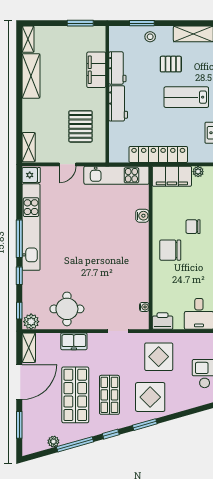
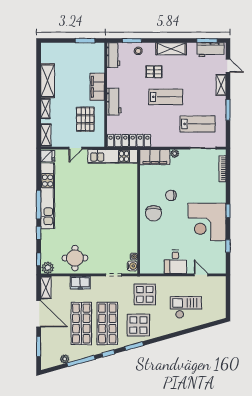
shelving: (28, 39) -> (45, 109), moved
workbench: (117, 68) -> (113, 55), moved
filing cabinet: (96, 70) -> (97, 87), moved
lab bench: (186, 97) -> (166, 97), turned 180
locker: (158, 154) -> (129, 141), moved
water cooler: (142, 216) -> (132, 266), moved
chair: (170, 250) -> (154, 213), turned -89
printer: (163, 321) -> (148, 267), removed
door: (19, 382) -> (39, 314), hinge flipped
shop shelf: (109, 395) -> (107, 323), width x1.43, depth x1.36

